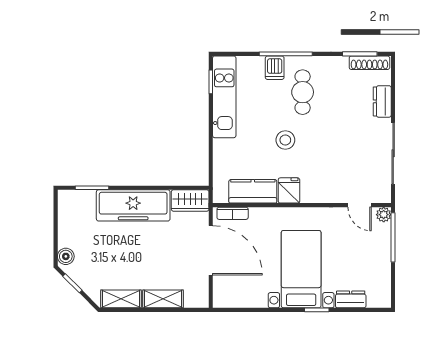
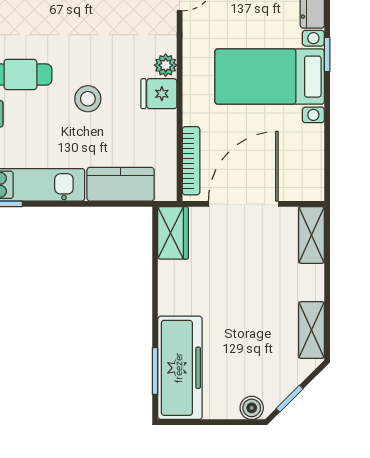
kitchen counter: (253, 191) -> (121, 184), moved, turned 90
plant: (309, 195) -> (166, 65), added
freezer: (133, 205) -> (180, 368), moved
bookcase: (233, 213) -> (191, 161), width x1.56
shelving: (163, 299) -> (311, 235), moved

